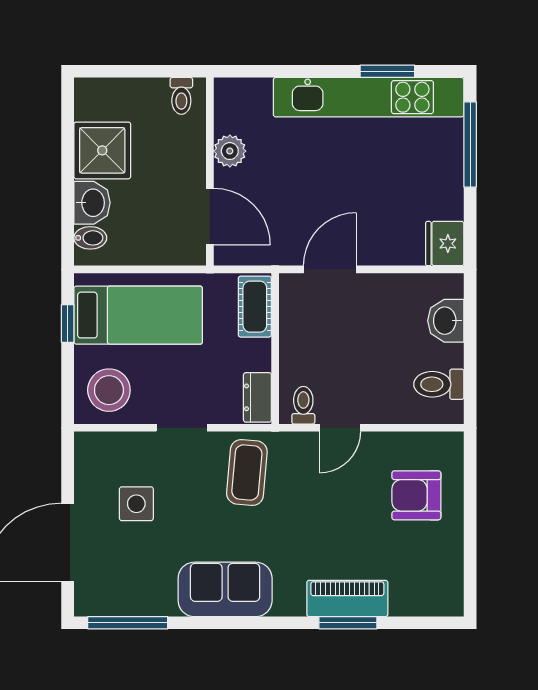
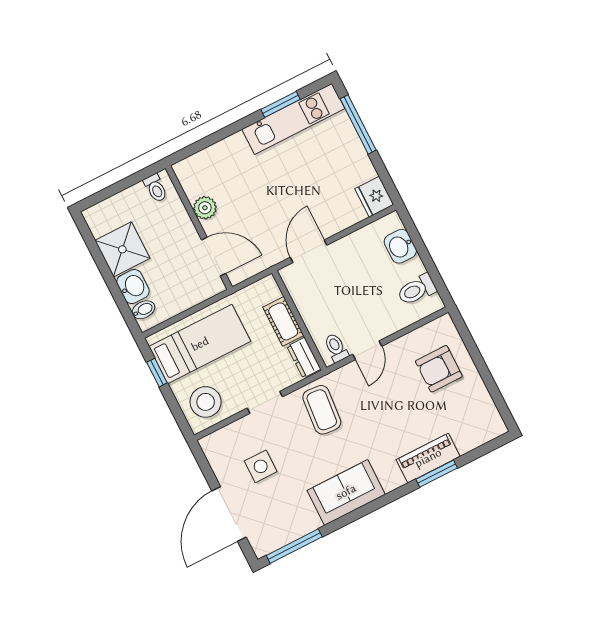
kitchen unit: (369, 97) -> (293, 119), width x0.73
cot: (255, 307) -> (283, 321), moved

